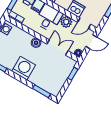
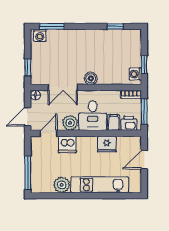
washing machine: (24, 68) -> (40, 35), moved, width x0.53, depth x0.53

